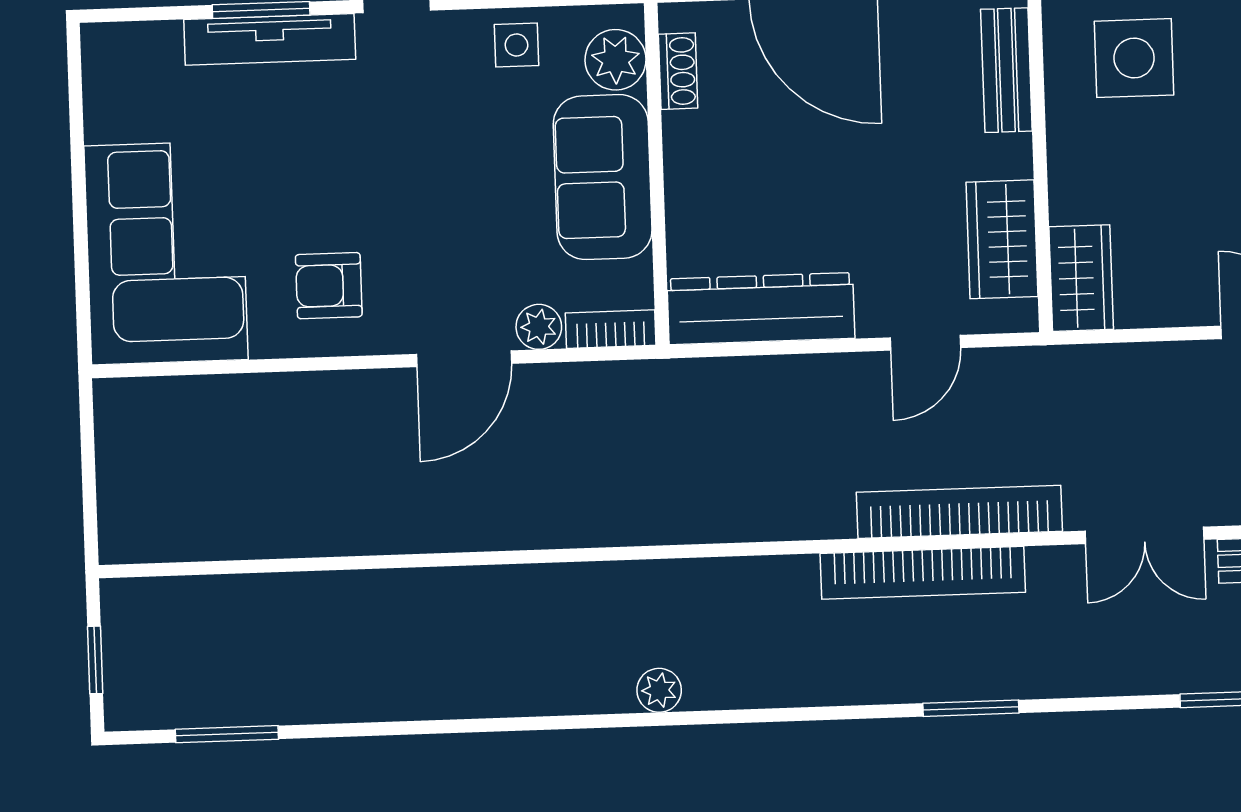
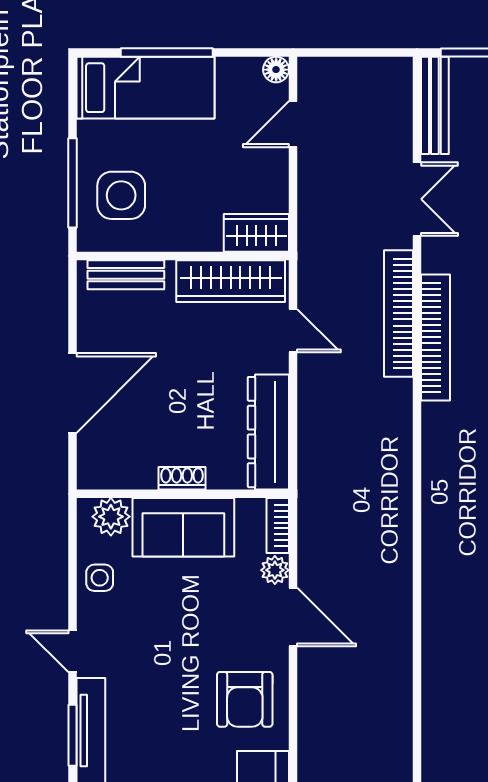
shoe rack: (678, 71) -> (182, 478), moved
wardrobe: (1002, 239) -> (231, 281), width x1.50
armchair: (329, 286) -> (245, 699), width x1.38, depth x1.38

